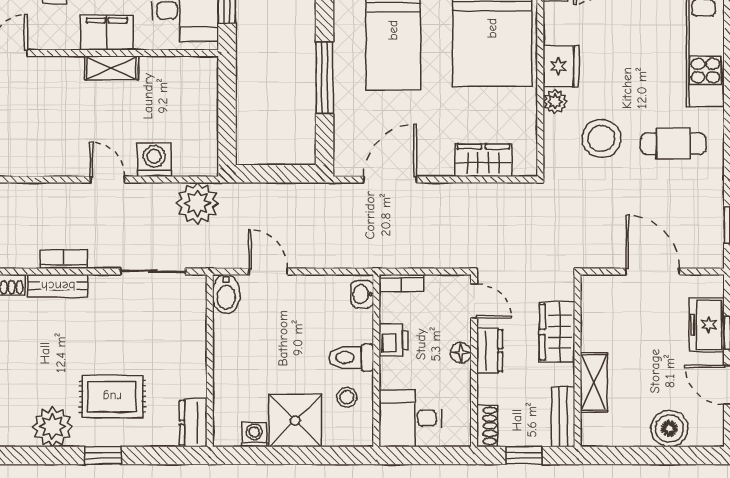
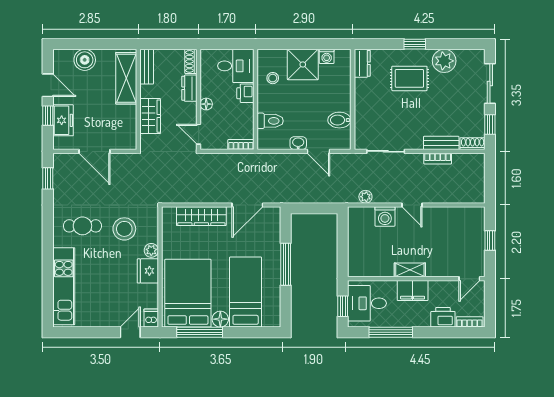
wardrobe: (483, 160) -> (201, 216), width x1.50
plant: (197, 203) -> (365, 197), width x0.53, depth x0.53
bidet: (226, 294) -> (339, 120), moved, turned -90
washbasin: (362, 294) -> (298, 143), moved, turned -90
printer: (394, 340) -> (245, 93), moved
dresser: (490, 350) -> (189, 88), moved
toilet: (351, 358) -> (270, 121), moved
shelving: (594, 382) -> (126, 78), width x1.50, depth x1.33
window: (524, 455) -> (169, 44), removed

